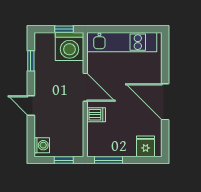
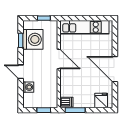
washing machine: (69, 46) -> (33, 39), moved, turned -90
dishwasher: (96, 115) -> (66, 102), moved
washing machine: (42, 145) -> (28, 87), moved

